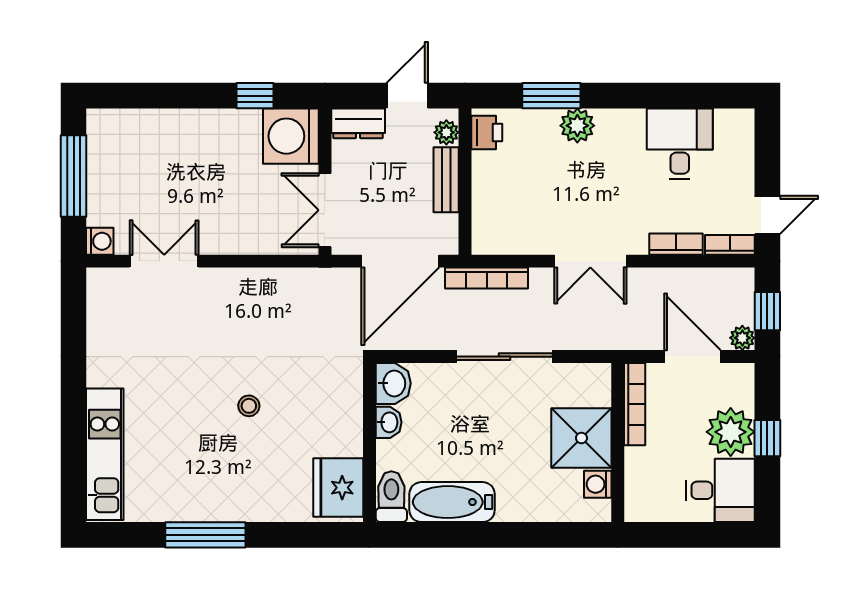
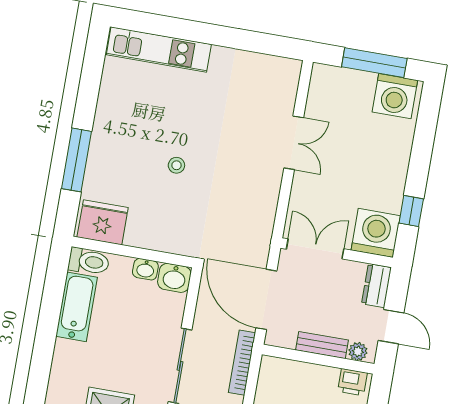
washing machine: (100, 241) -> (395, 96), moved, width x1.89, depth x1.89
double door: (164, 261) -> (294, 143), moved
window: (205, 535) -> (77, 160), moved

